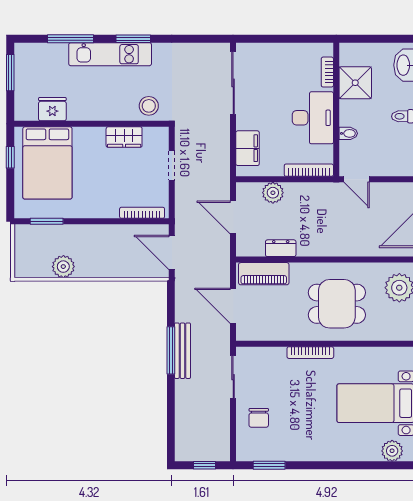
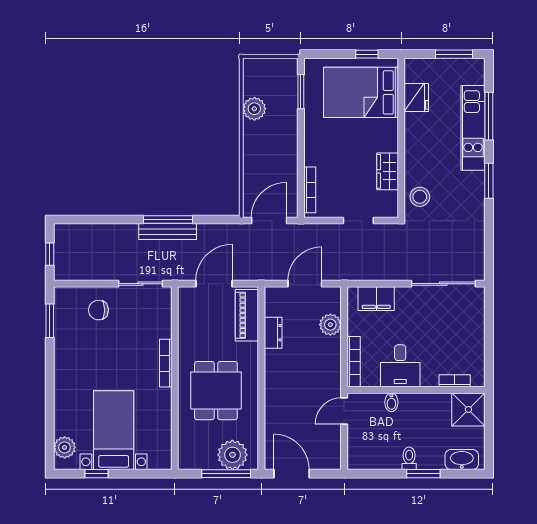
kitchen unit: (110, 54) -> (473, 128), moved
shower: (355, 83) -> (468, 409), moved
desk: (313, 118) -> (400, 366), width x0.73

